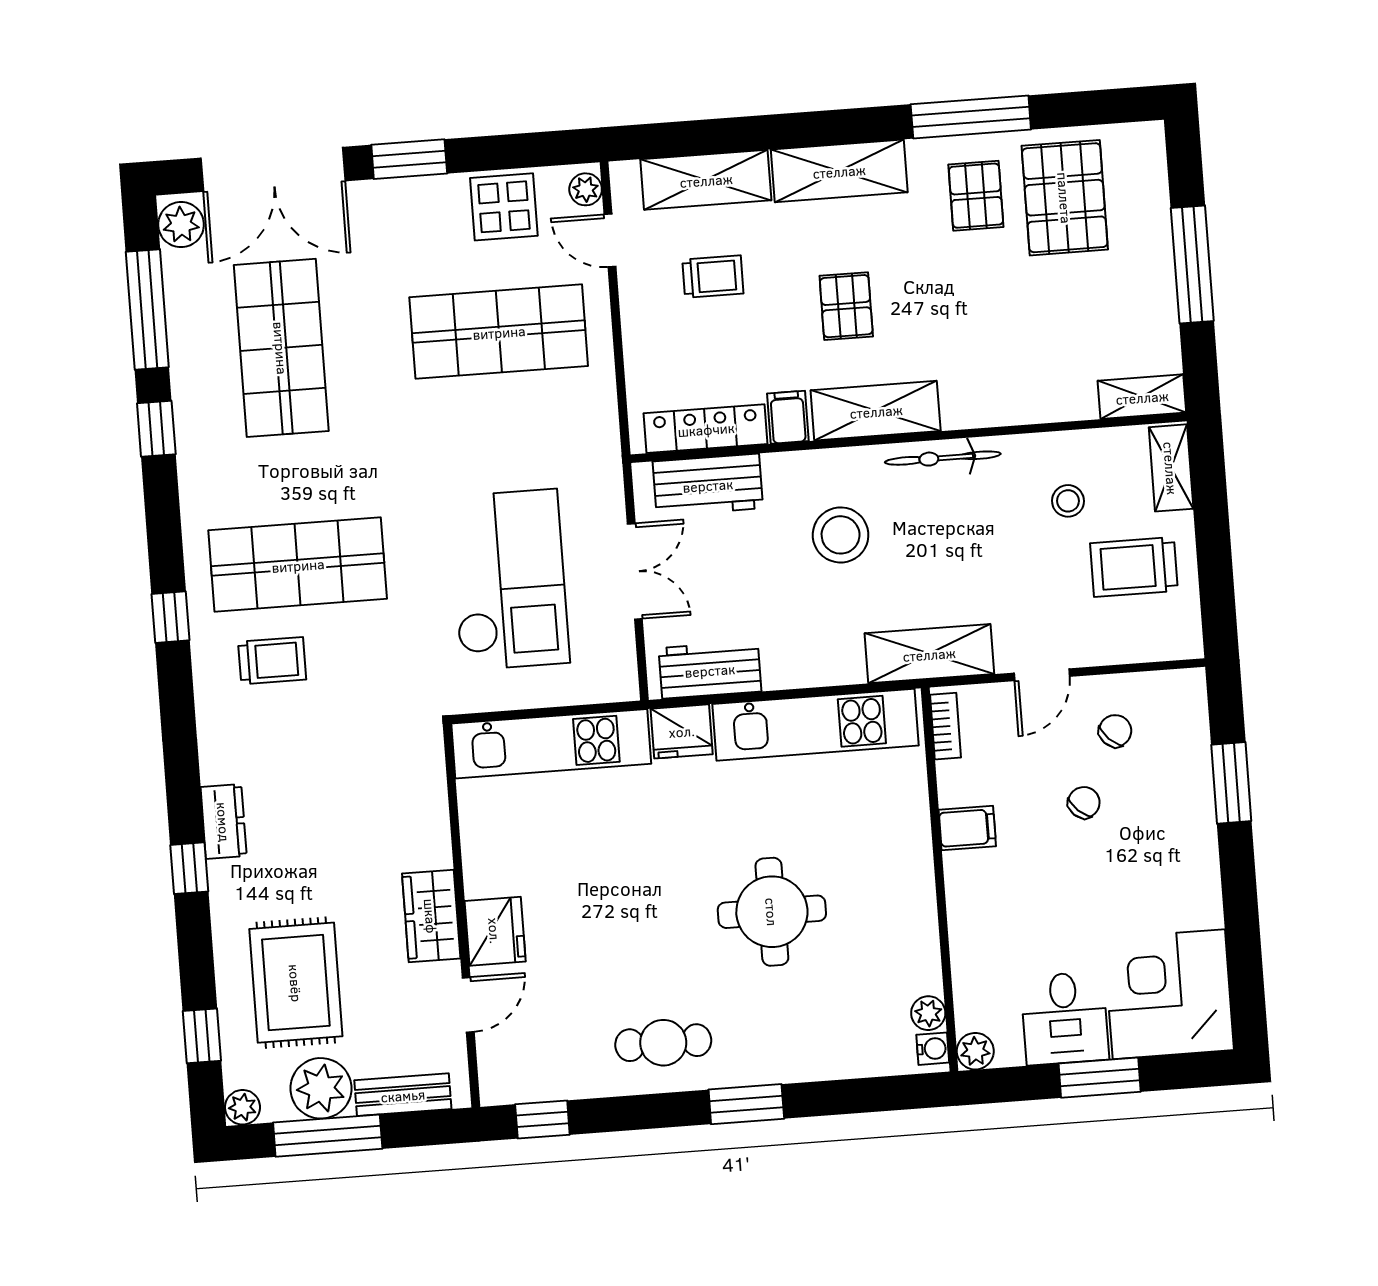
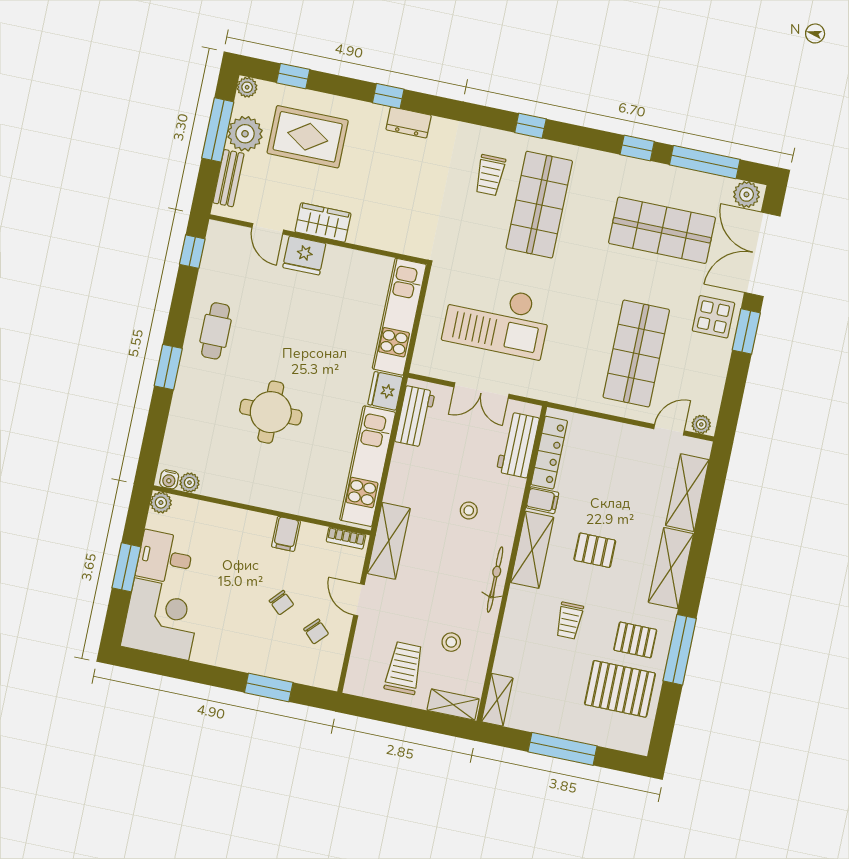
display table: (504, 207) -> (713, 317), moved
trolley: (713, 277) -> (569, 621), moved
stool: (841, 535) -> (469, 510), width x0.53, depth x0.53

